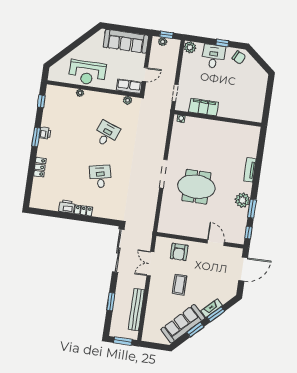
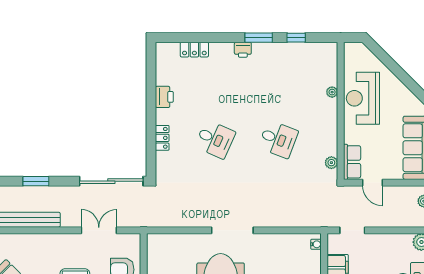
window: (41, 101) -> (296, 38), moved
printer: (45, 133) -> (243, 50), moved
locker: (40, 167) -> (194, 50), moved
desk: (100, 176) -> (215, 139), turned 36
locker: (83, 210) -> (162, 138), moved

